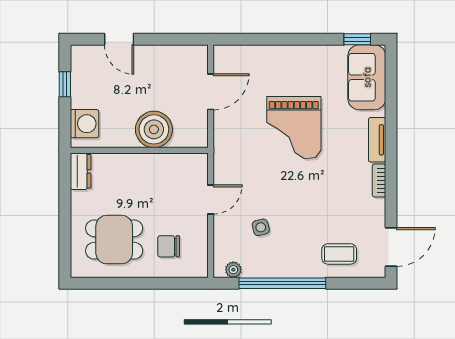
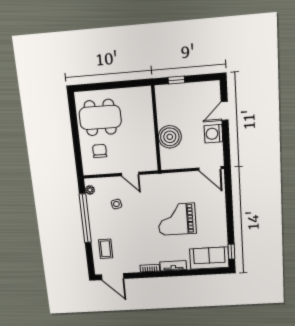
window: (65, 84) -> (176, 80), moved
door: (211, 92) -> (210, 168), moved
washing machine: (84, 124) -> (213, 134), moved, turned 90
dresser: (81, 171) -> (140, 93), removed
dining table: (114, 240) -> (100, 117), width x1.38

